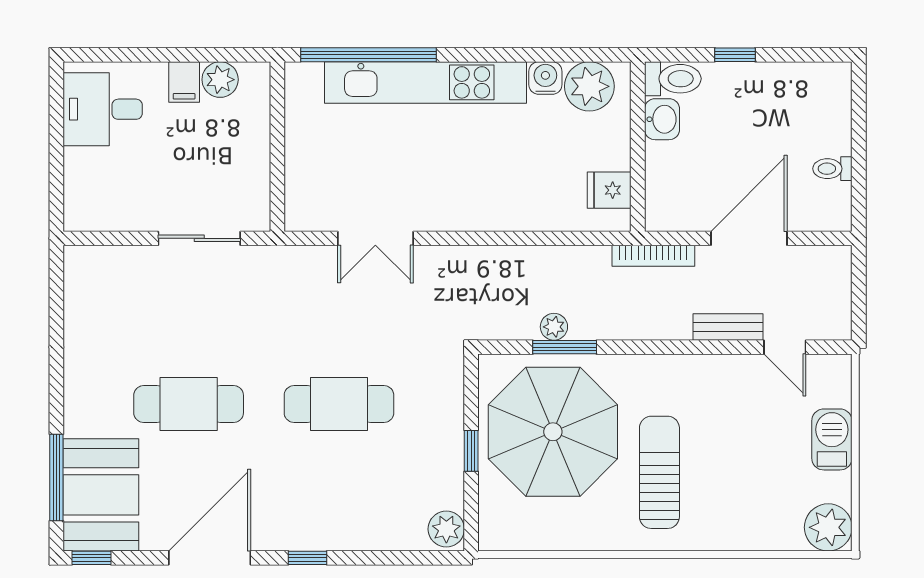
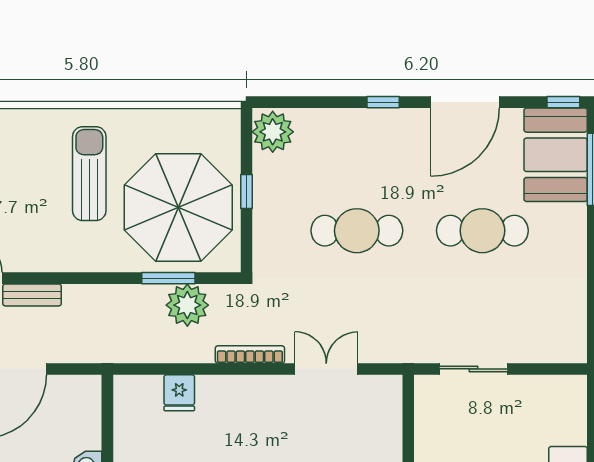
fridge: (609, 190) -> (179, 393), moved, turned 90
bookcase: (653, 256) -> (250, 355), moved
plant: (554, 327) -> (187, 305), width x1.88, depth x1.88
sun lounger: (659, 472) -> (89, 174), turned 180
plant: (446, 529) -> (273, 132), width x1.36, depth x1.36

